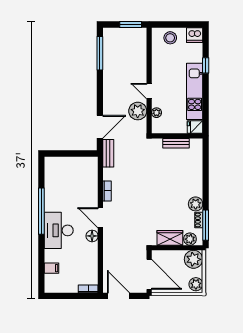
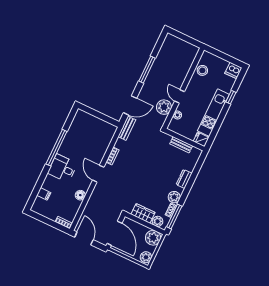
window: (131, 24) -> (189, 40), removed
stool: (170, 38) -> (202, 70), moved
window: (100, 53) -> (147, 70), moved
dresser: (197, 179) -> (184, 179), added
desk: (59, 230) -> (63, 168), width x0.73
floor lamp: (92, 236) -> (80, 195), moved

